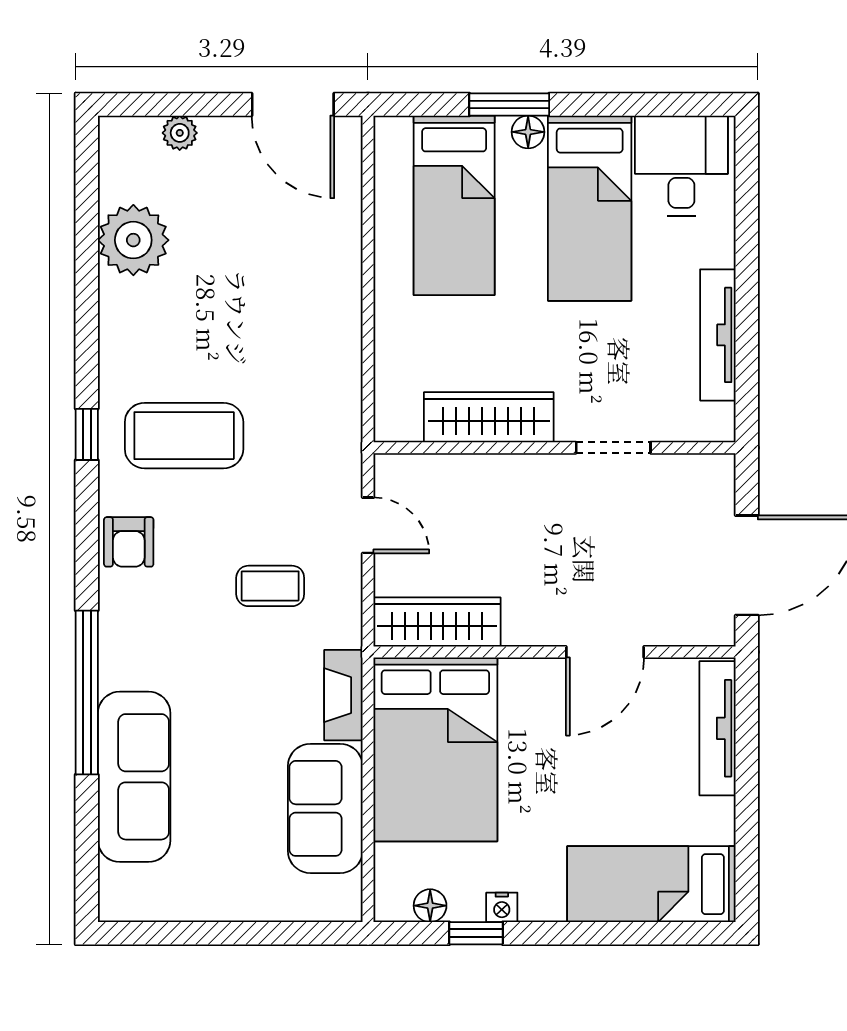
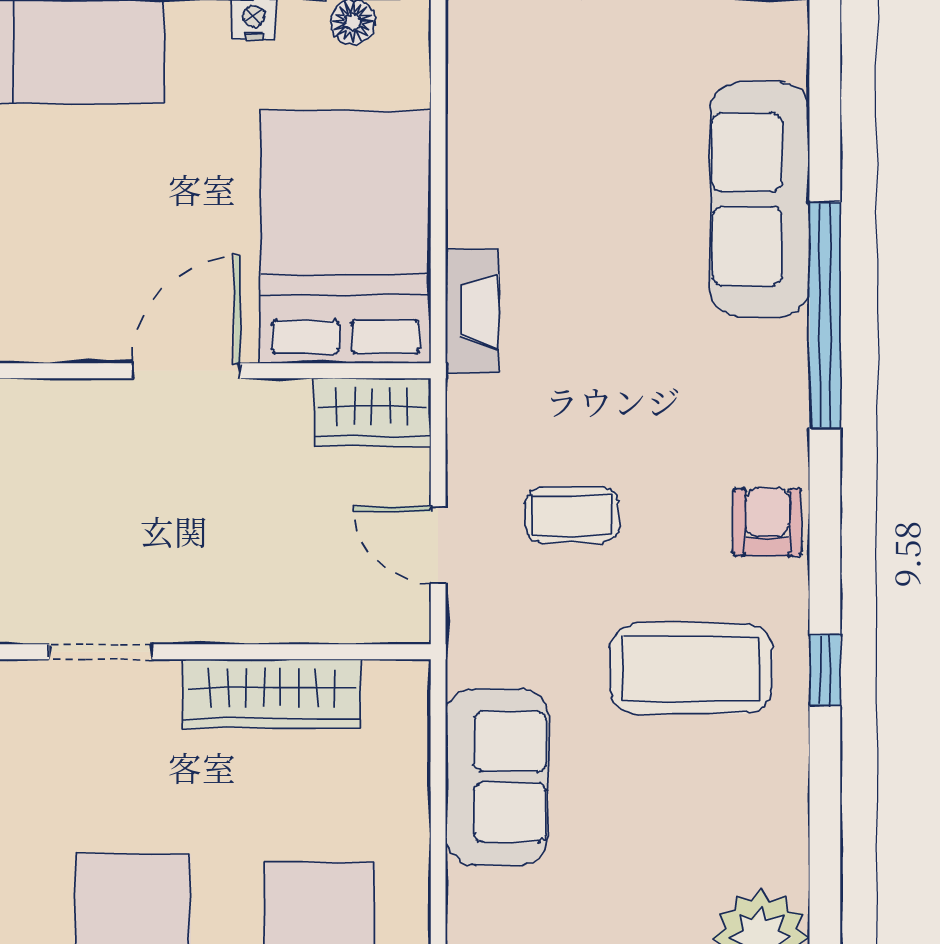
coffee table: (270, 586) -> (572, 515), moved
wardrobe: (437, 622) -> (372, 412), width x0.67
door: (605, 652) -> (186, 371), moved
sofa: (325, 808) -> (497, 777), moved

